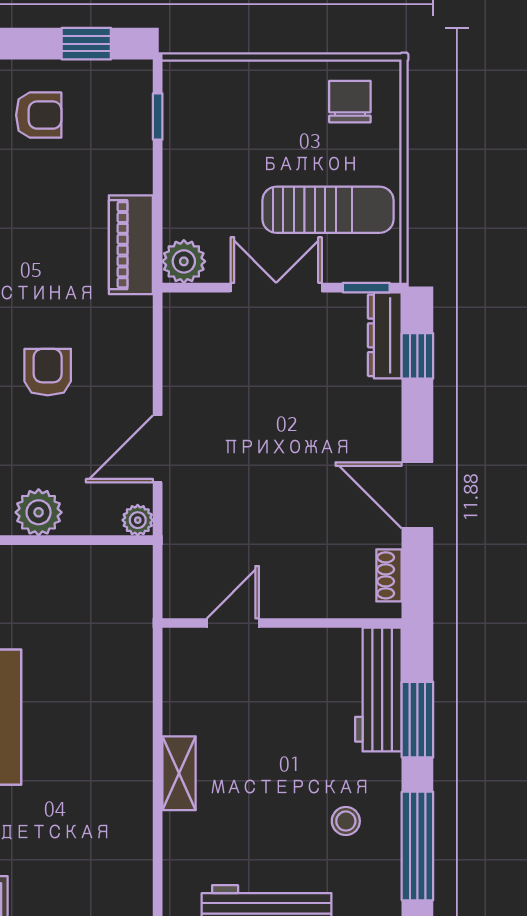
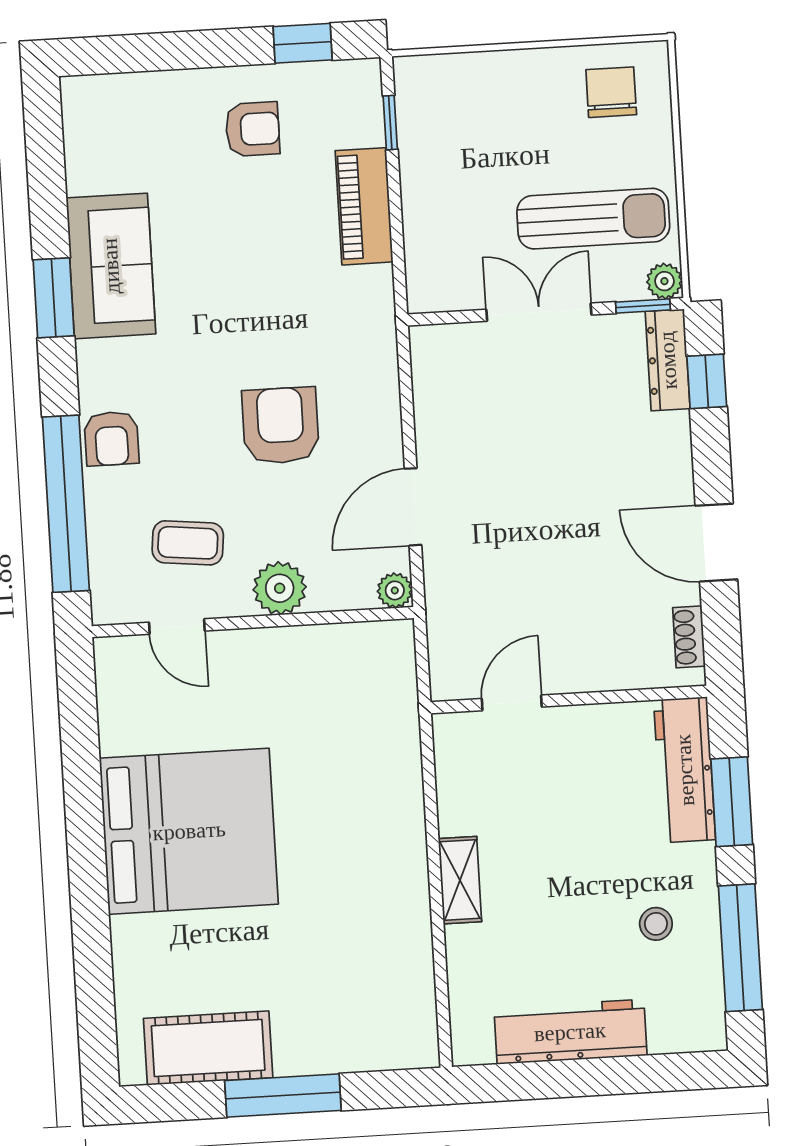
piano: (131, 245) -> (364, 206), moved
plant: (184, 261) -> (664, 281), moved, width x0.73, depth x0.73
armchair: (48, 372) -> (281, 426), width x1.38, depth x1.38

